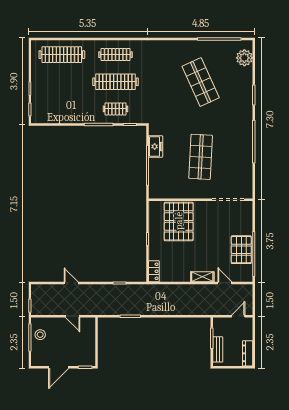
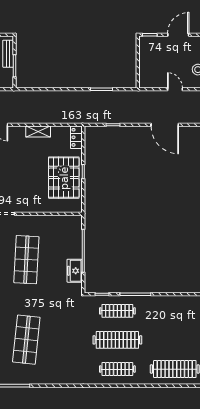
shop shelf: (201, 82) -> (26, 340), turned 30
clothes rail: (115, 109) -> (117, 311), width x1.36
pallet: (179, 221) -> (64, 178), moved
shelving: (202, 277) -> (38, 132), moved
door: (71, 283) -> (165, 125), width x1.88
door: (73, 316) -> (175, 89), moved

